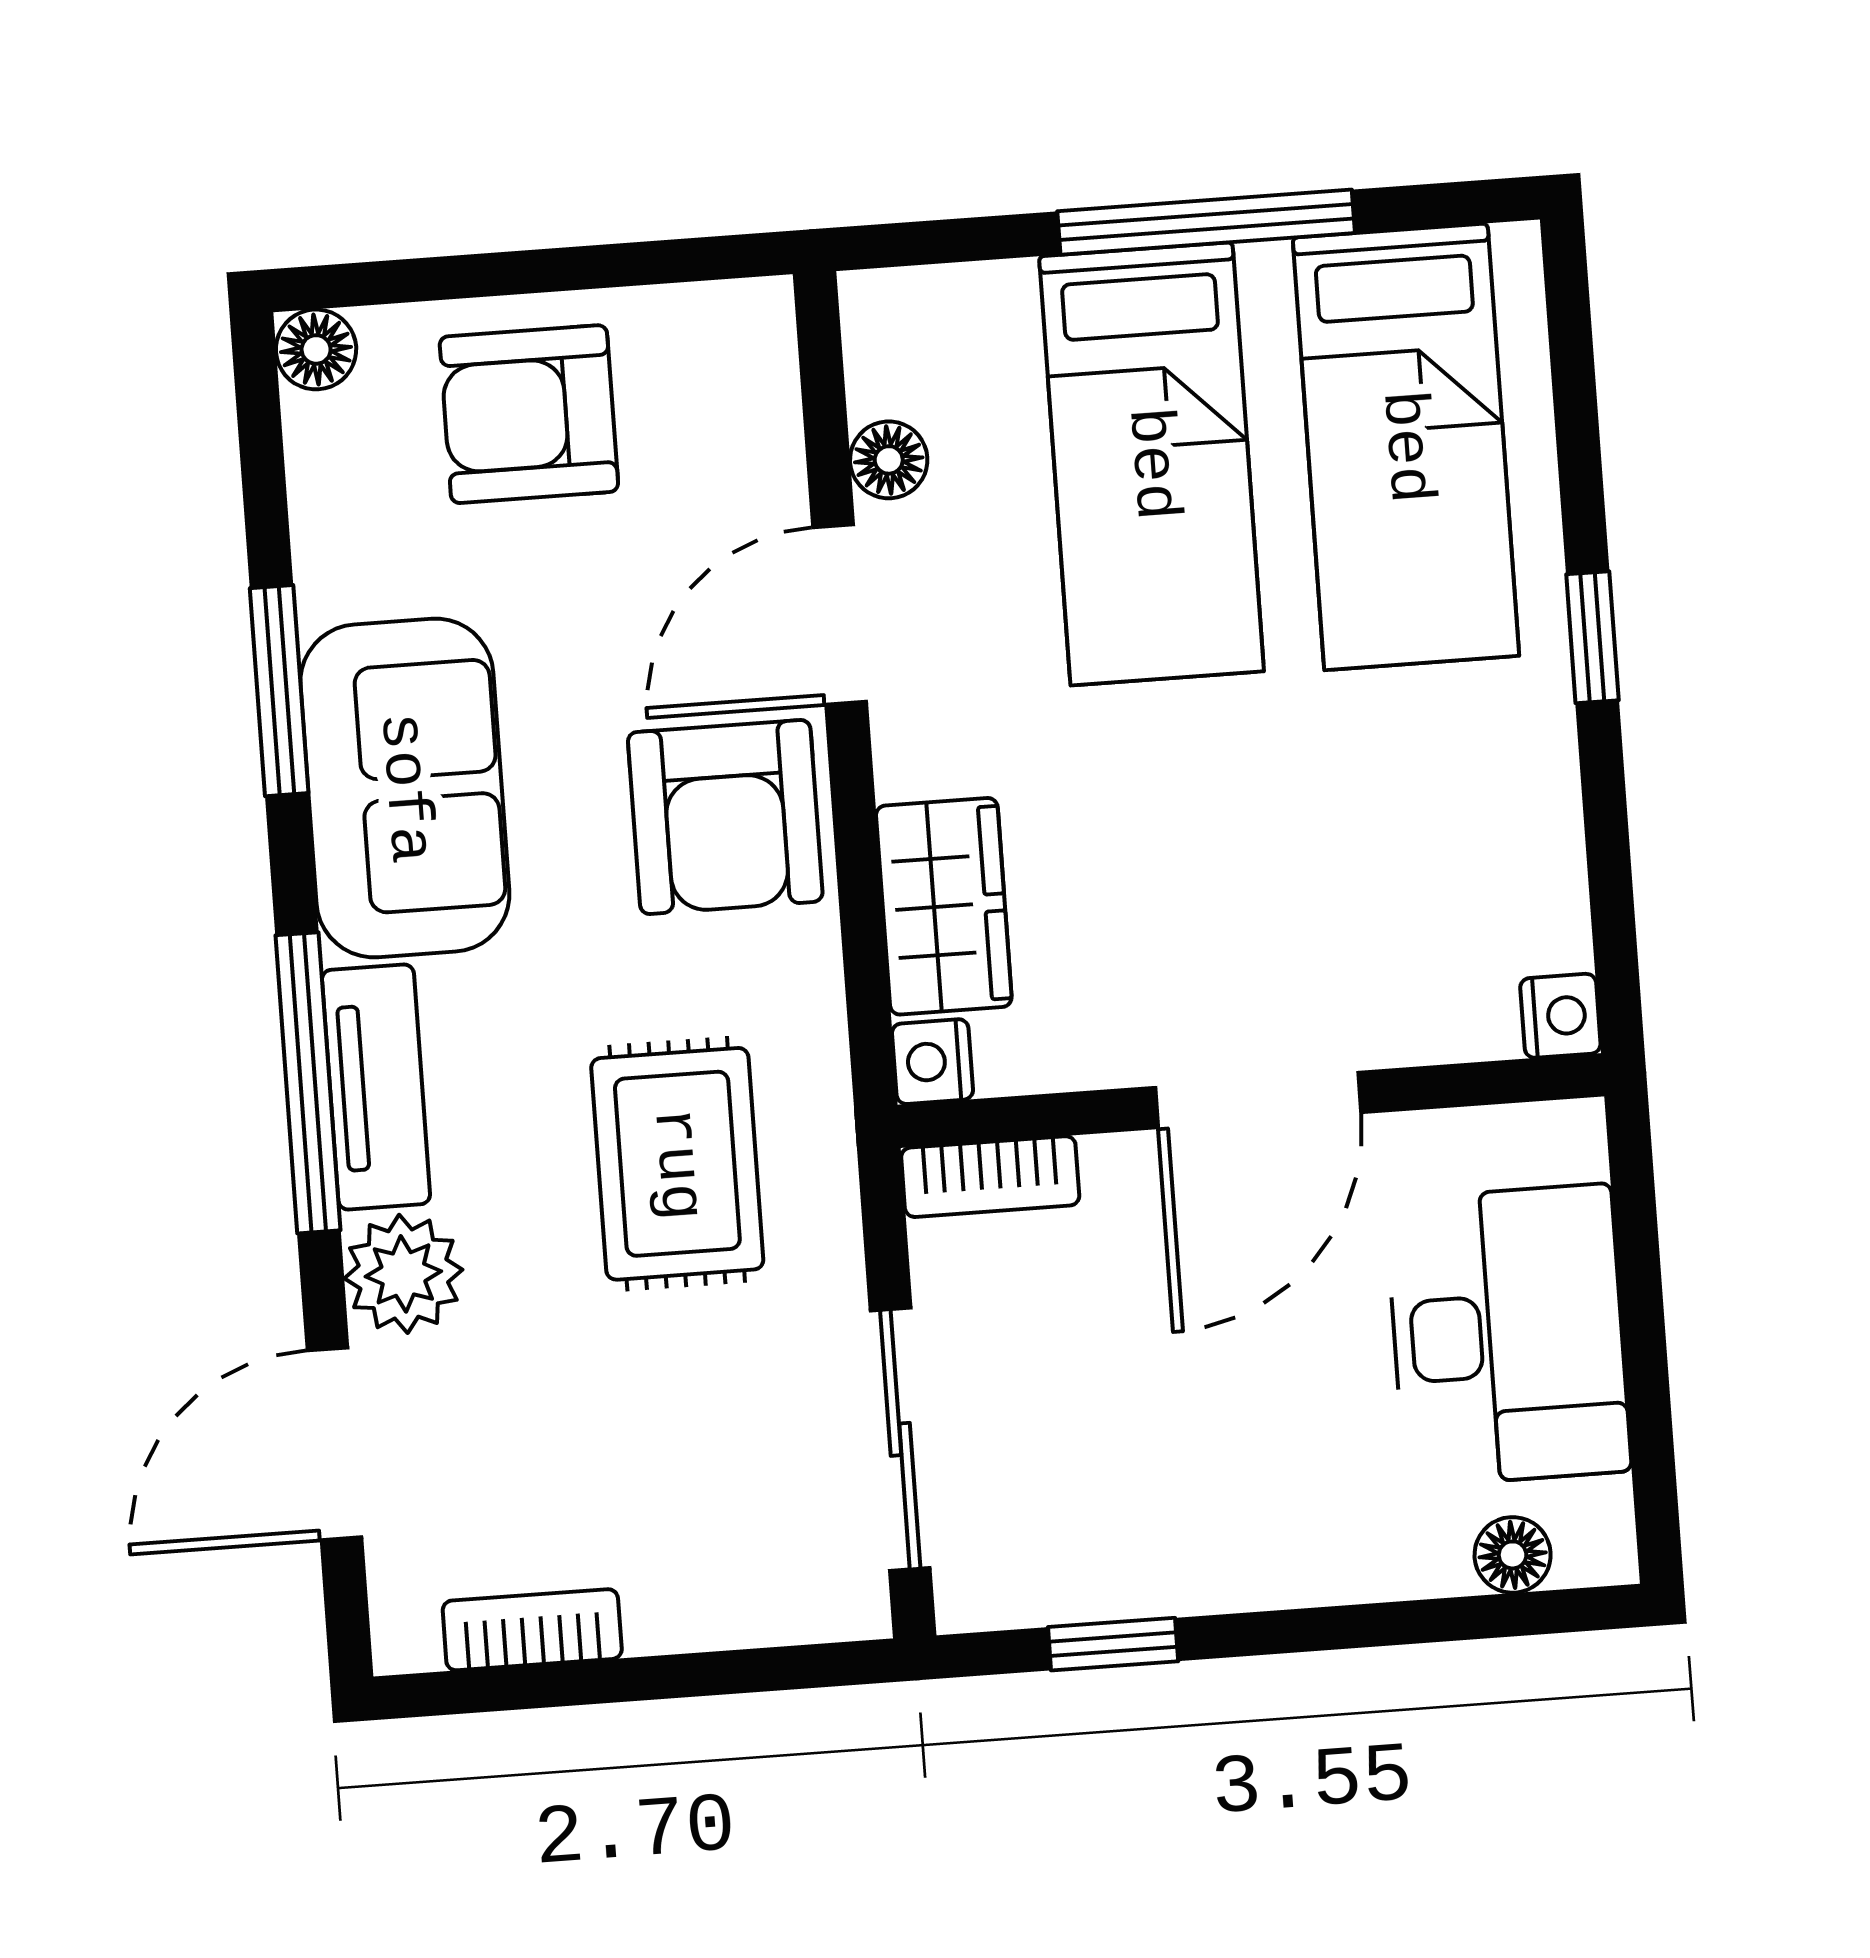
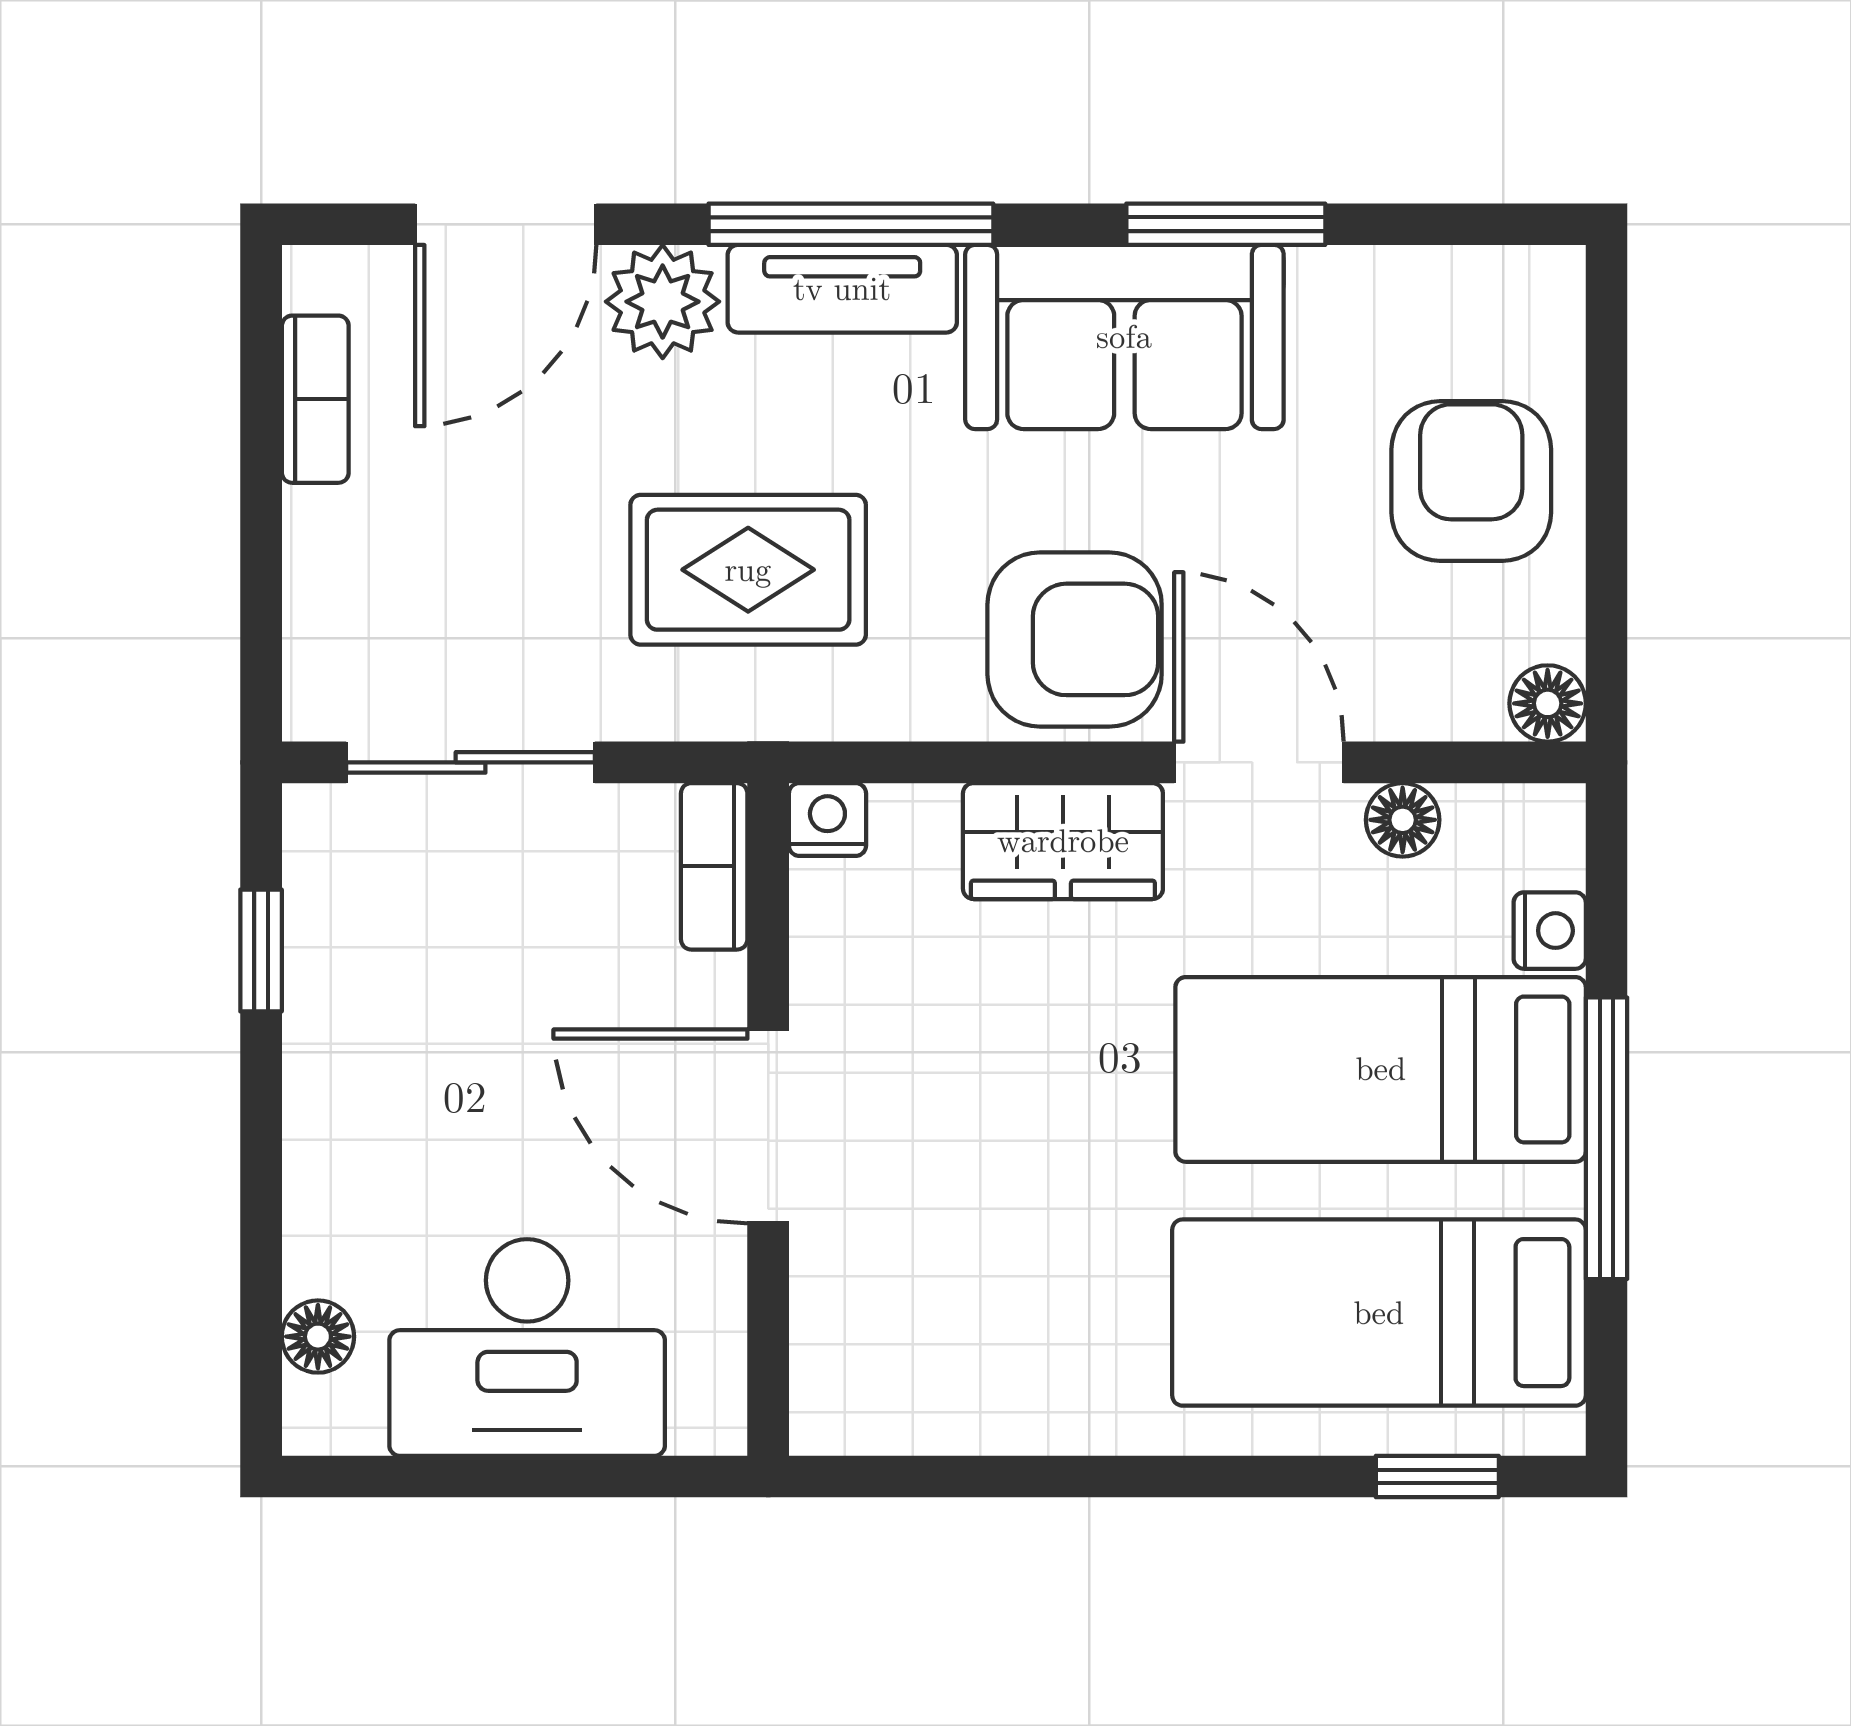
floor lamp: (316, 349) -> (1548, 703), moved
window: (1592, 637) -> (1437, 1477), moved
armchair: (725, 817) -> (1075, 639), turned 180
wardrobe: (944, 906) -> (1063, 841), moved
nightstand: (1560, 1016) -> (1550, 931), moved, turned -90
door: (334, 1444) -> (506, 224), swing flipped

